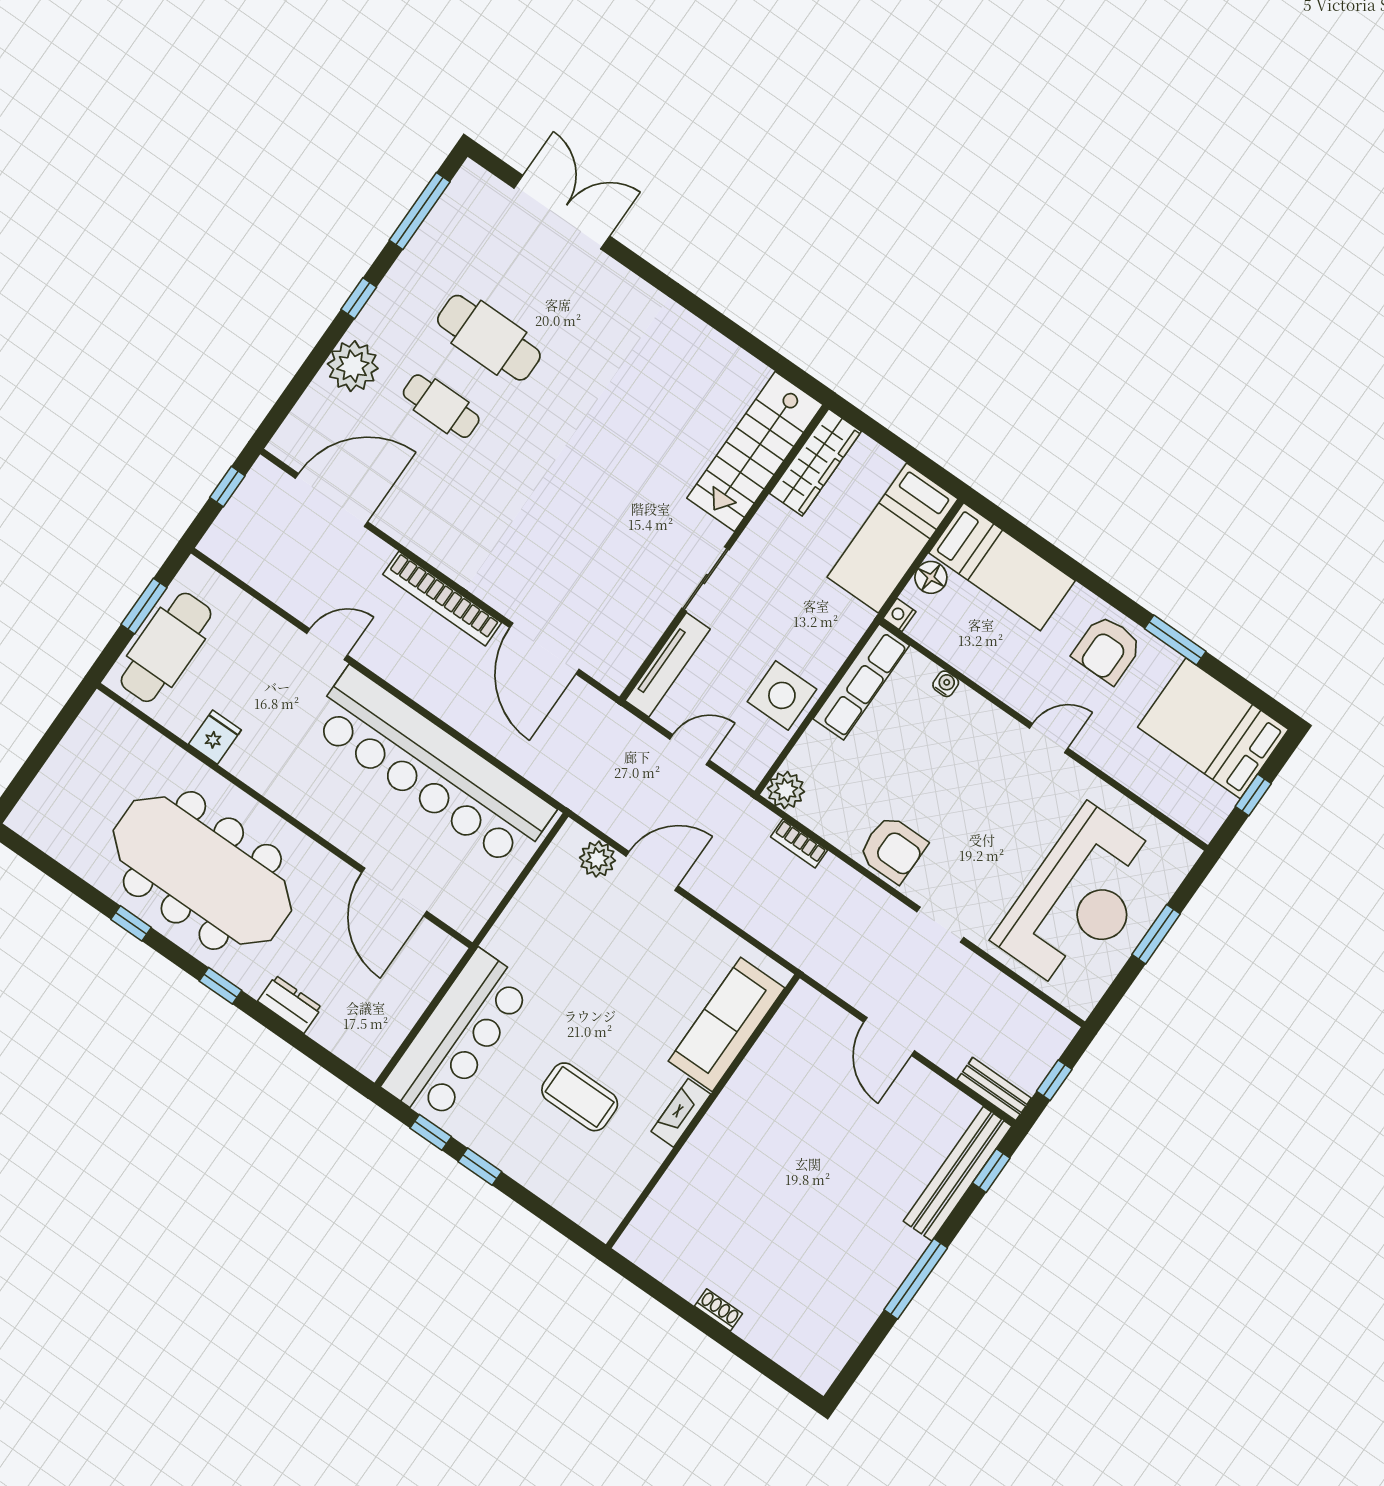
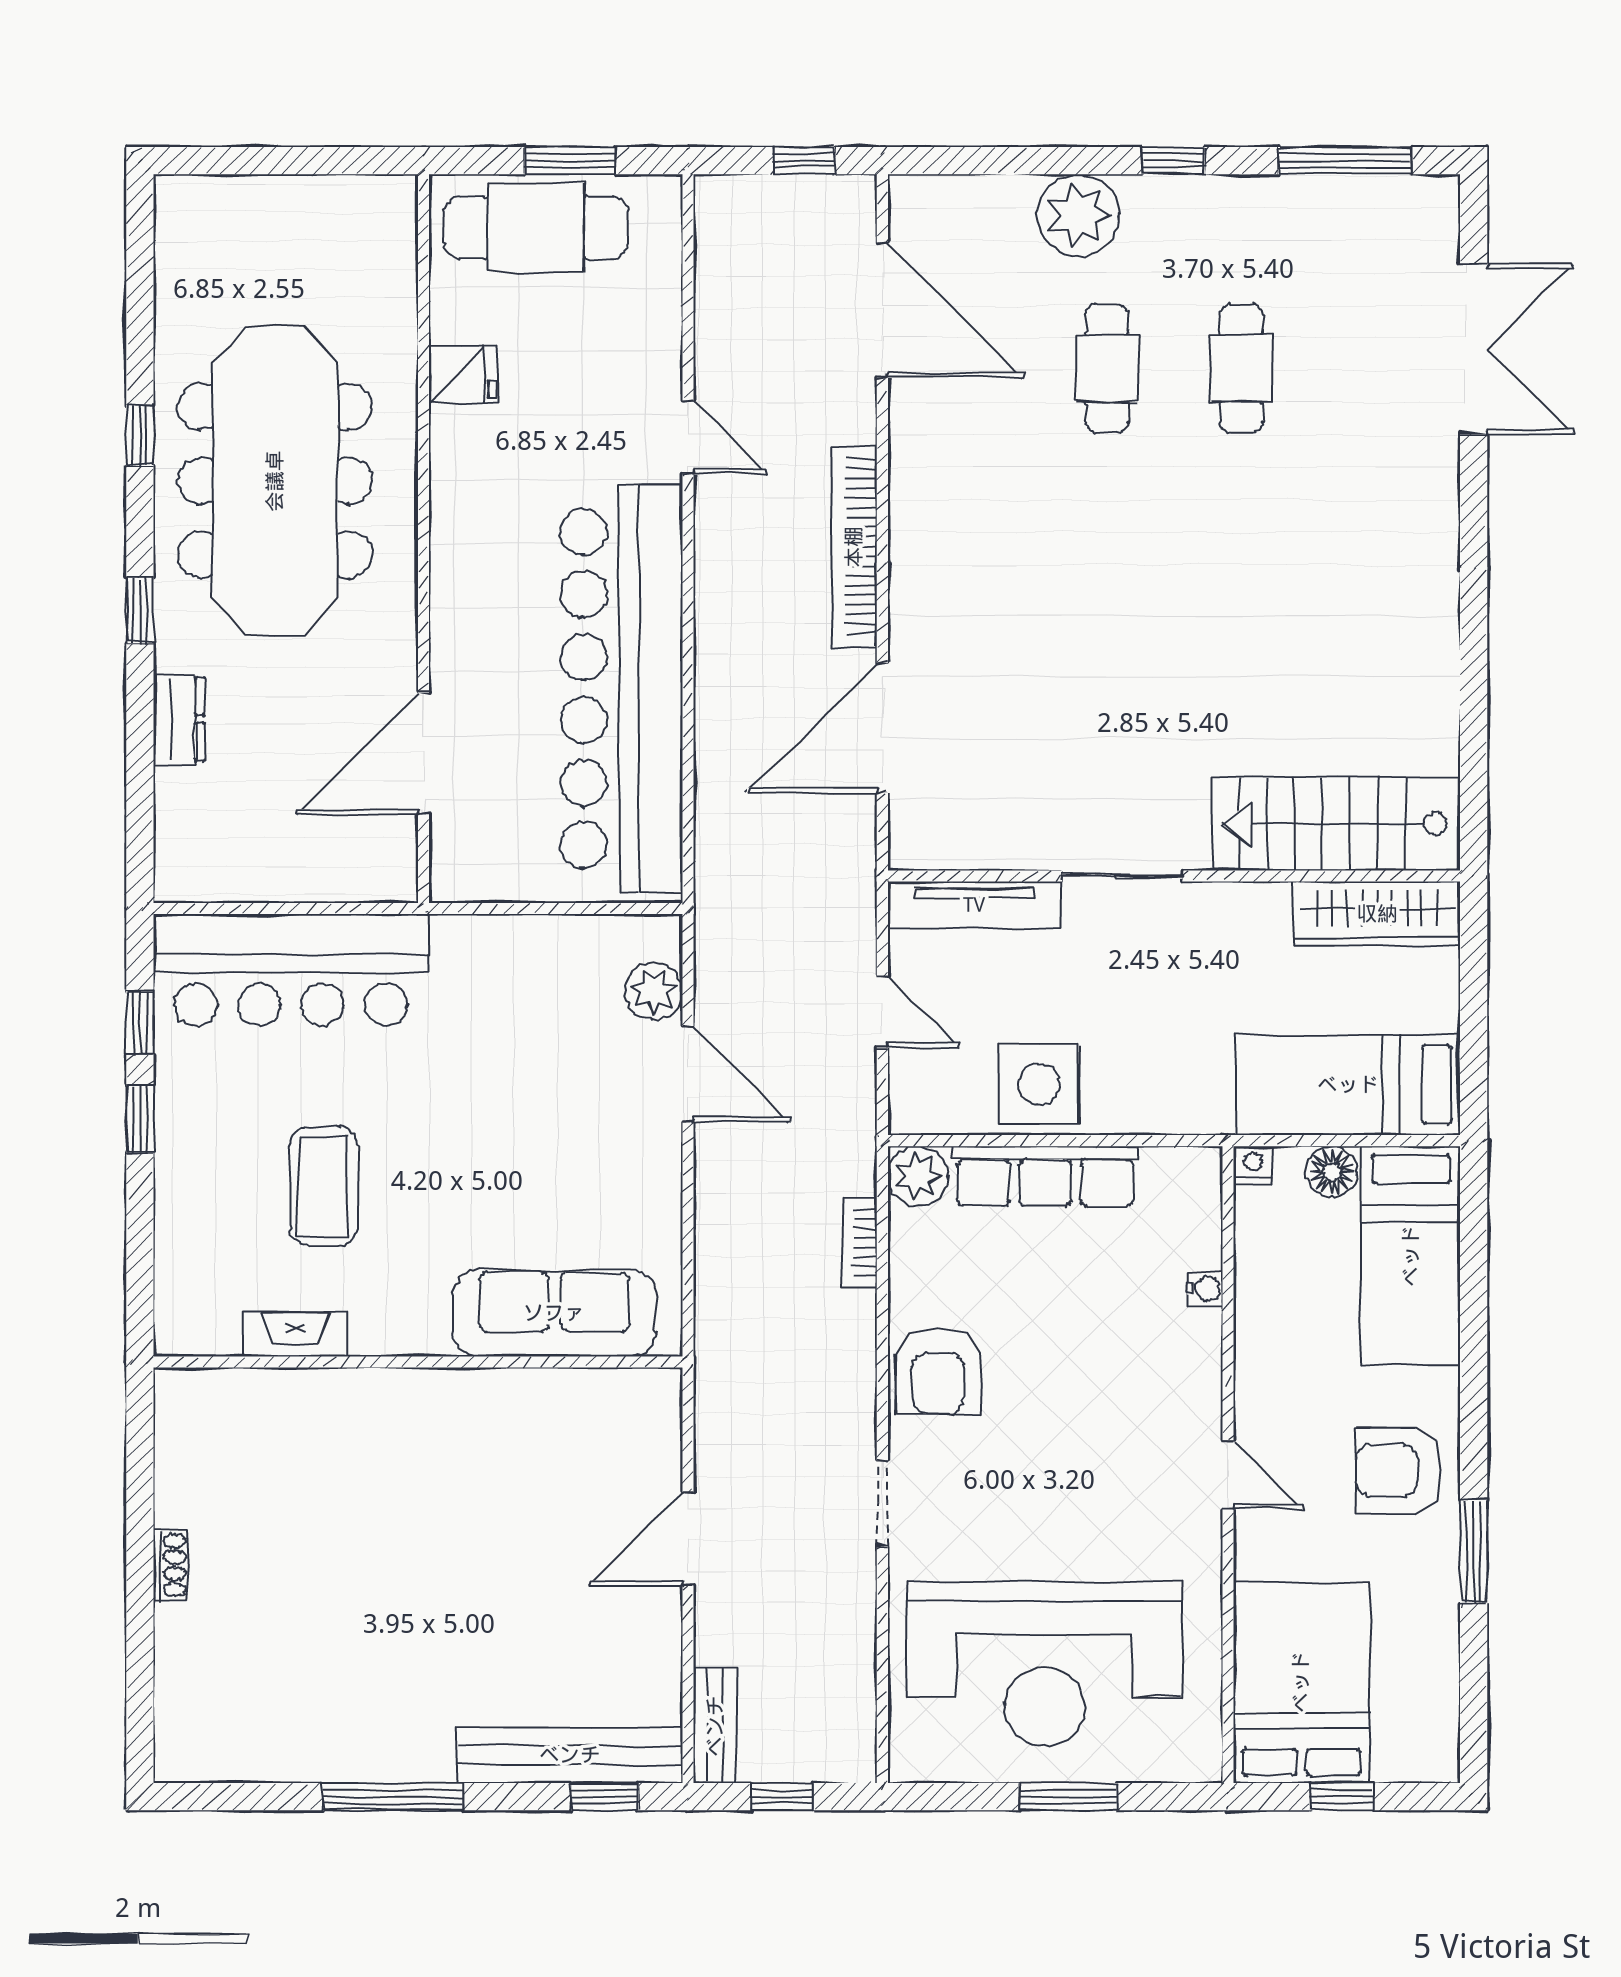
cafe table: (489, 338) -> (1241, 368), width x0.73, depth x0.74
row of seats: (861, 682) -> (1045, 1176), moved
bed: (1213, 728) -> (1301, 1682), moved
fireplace: (681, 1113) -> (295, 1334), moved

